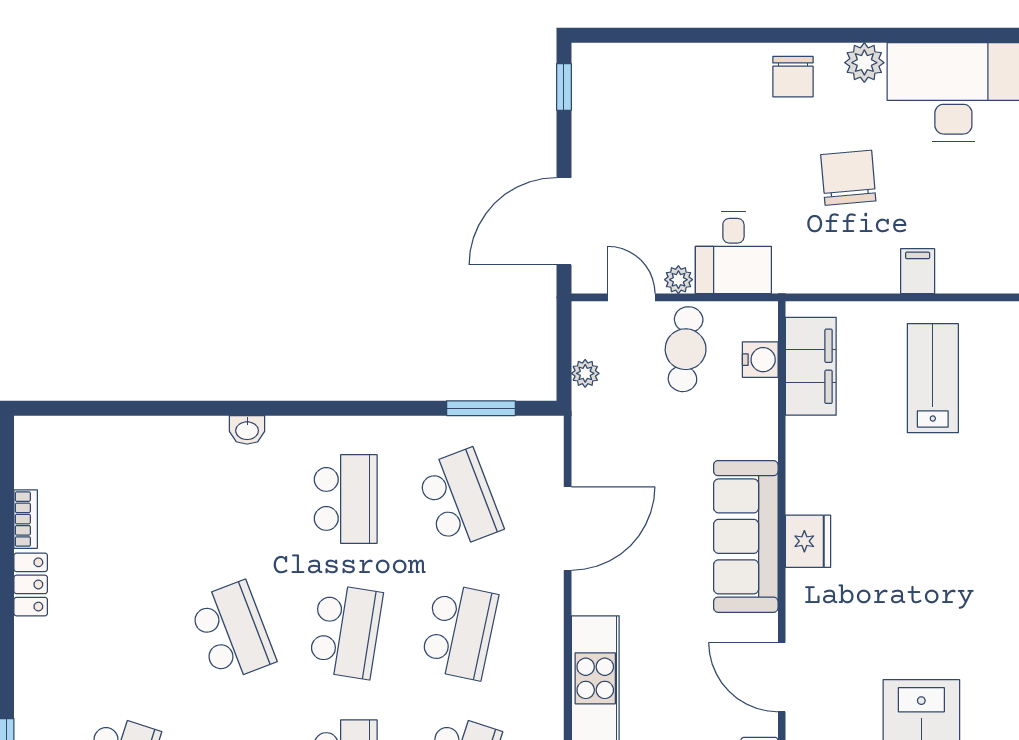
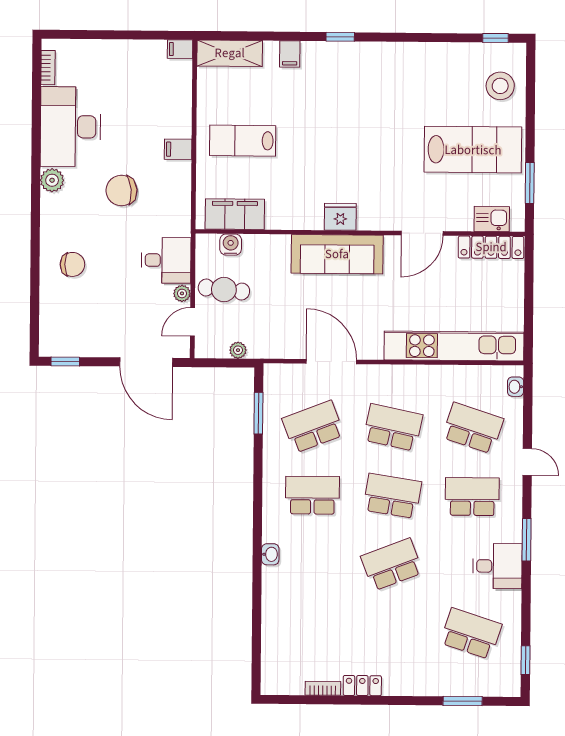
chair: (793, 77) -> (72, 264), moved

